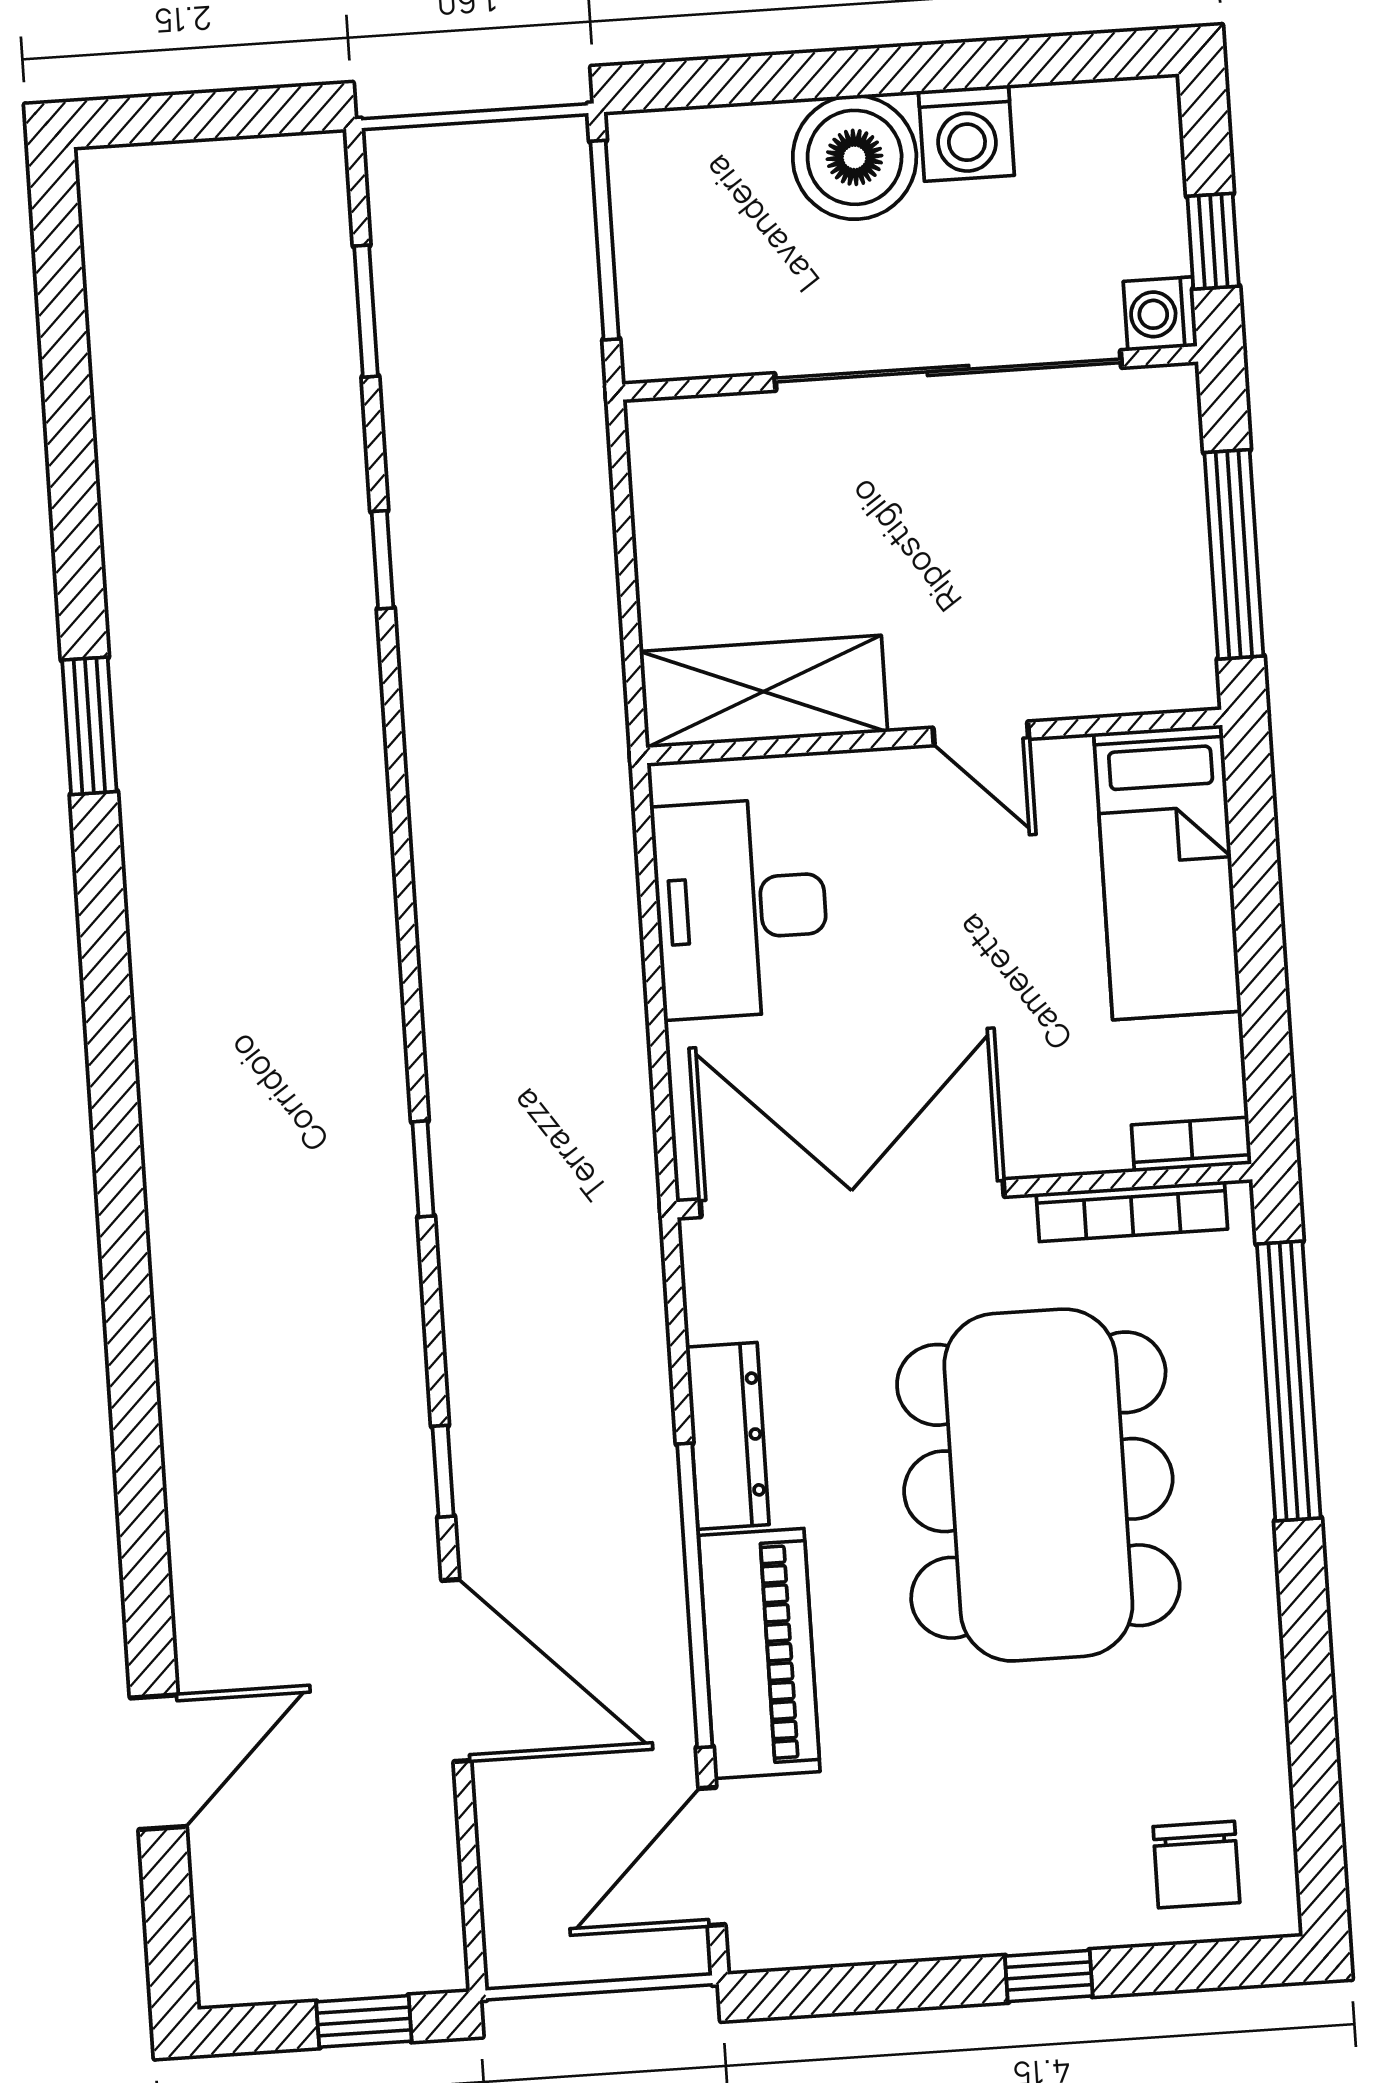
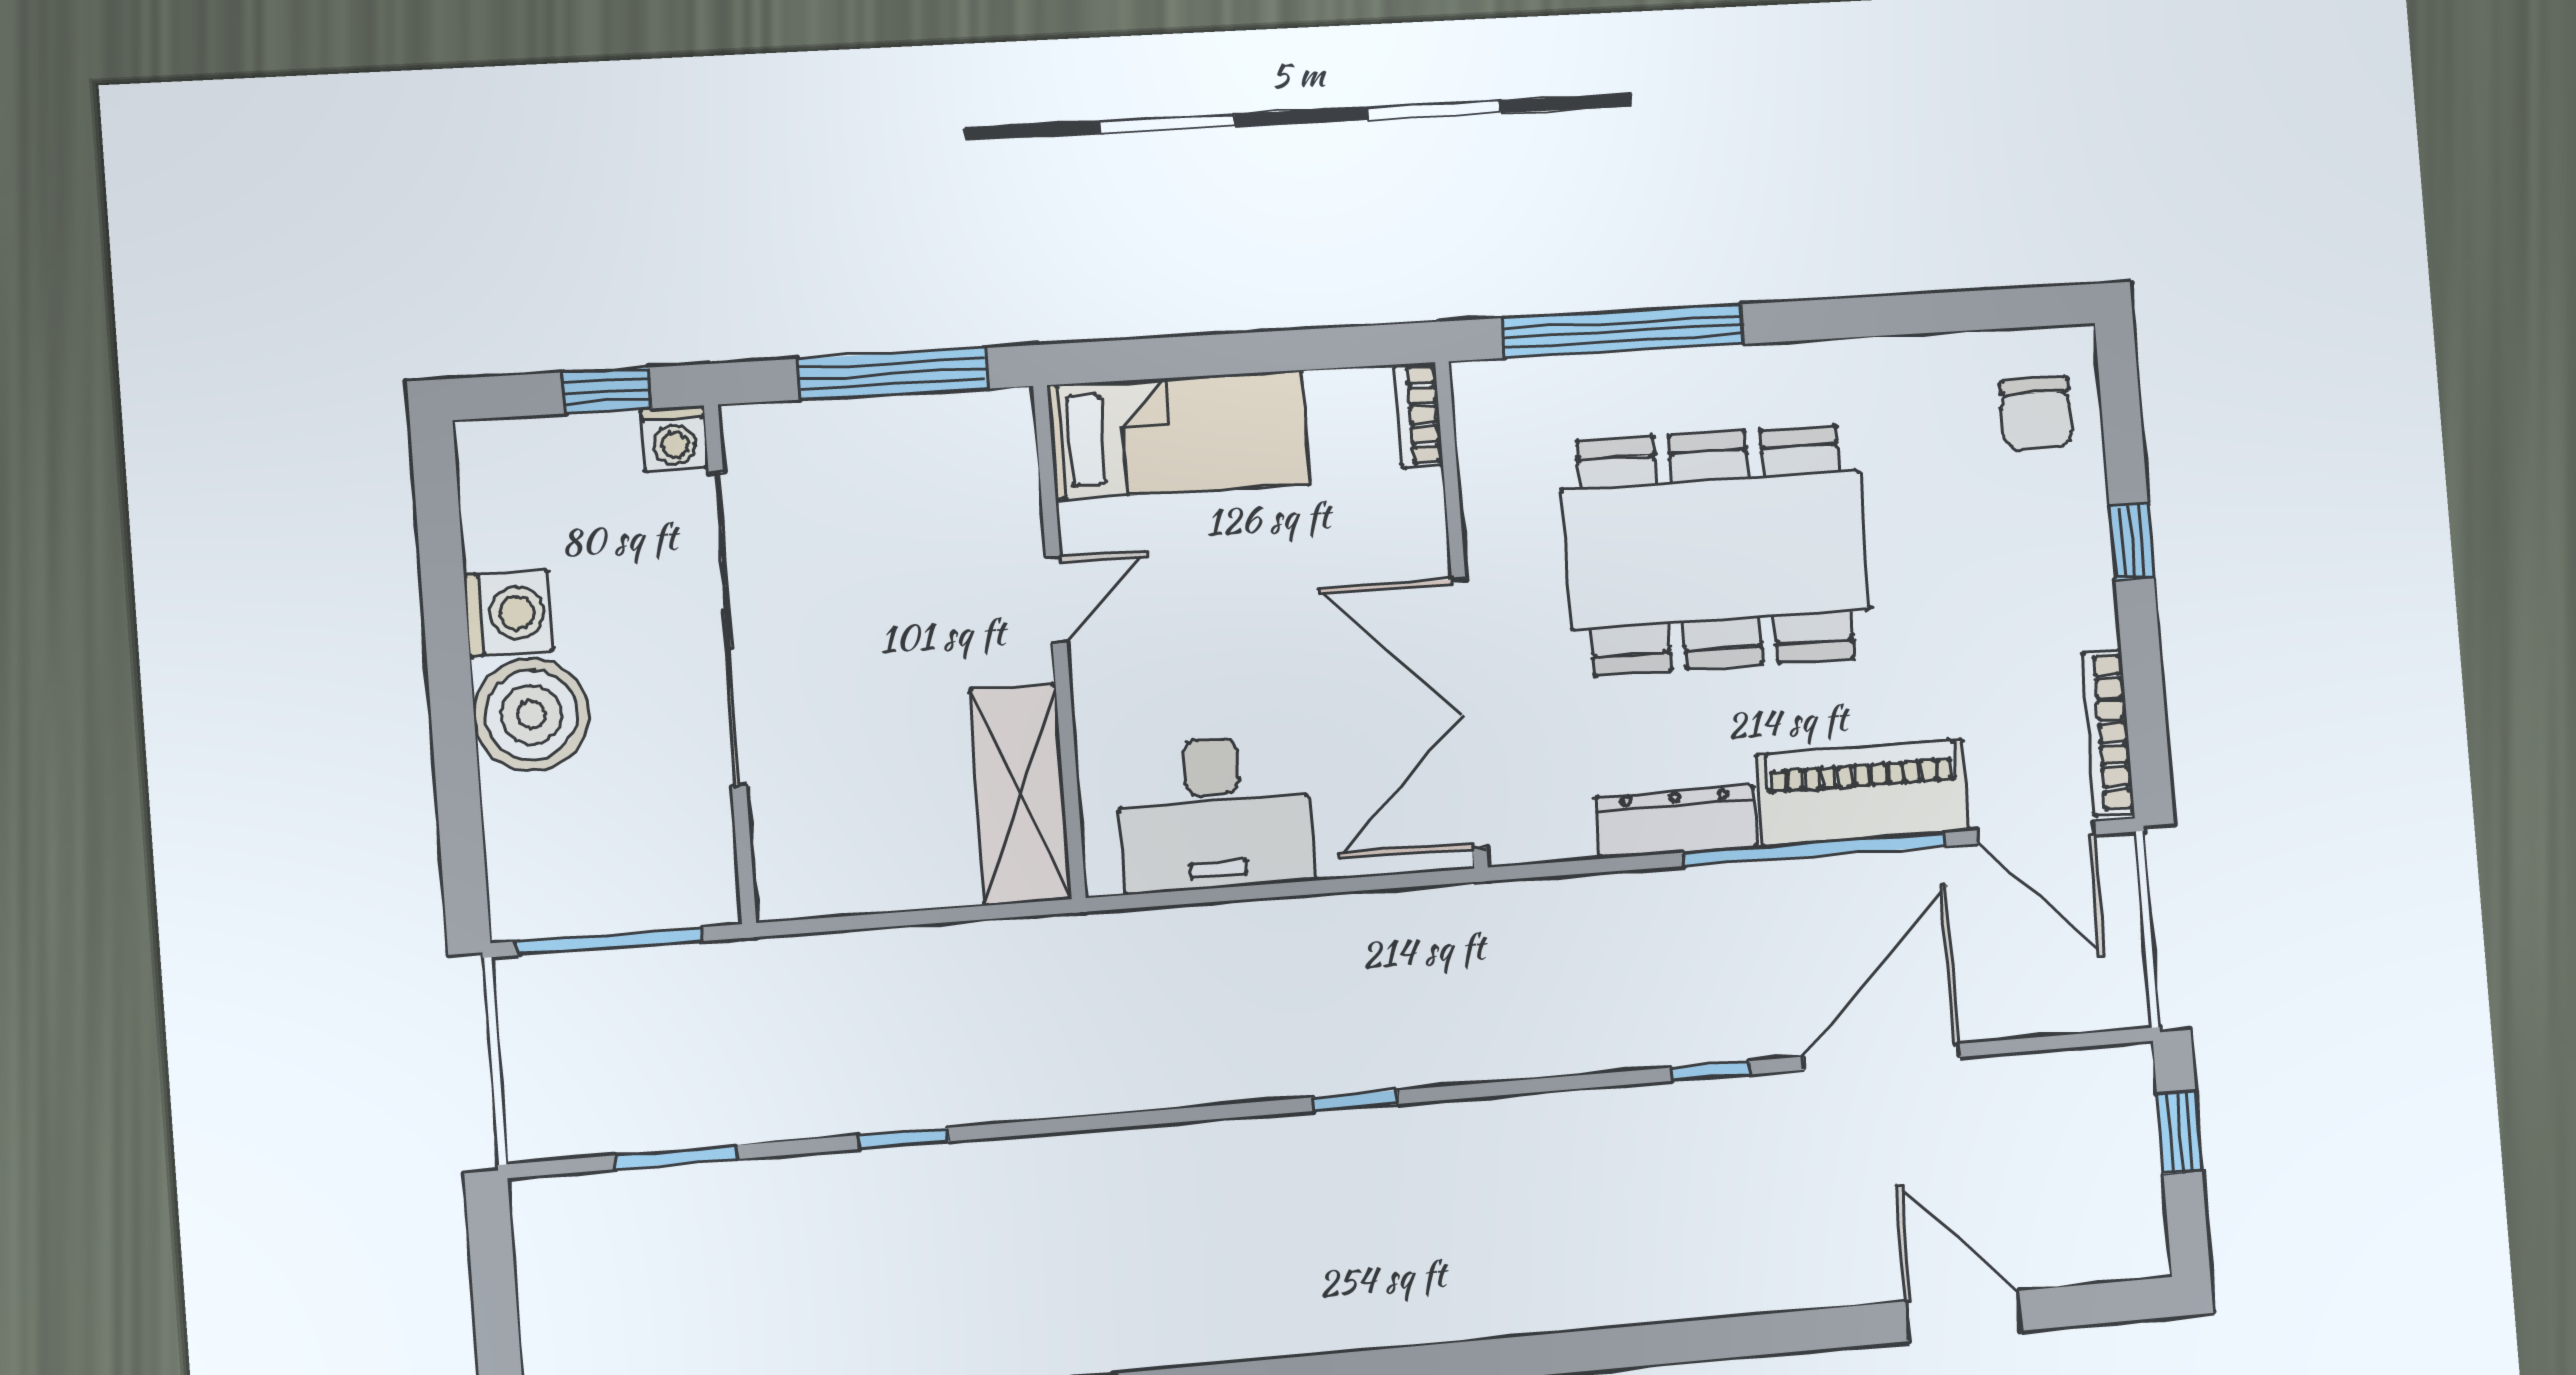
window: (423, 1169) -> (1356, 1101), moved
bookcase: (1132, 1211) -> (2108, 733), moved, turned 180
chair: (1196, 1865) -> (2036, 414), turned 90

